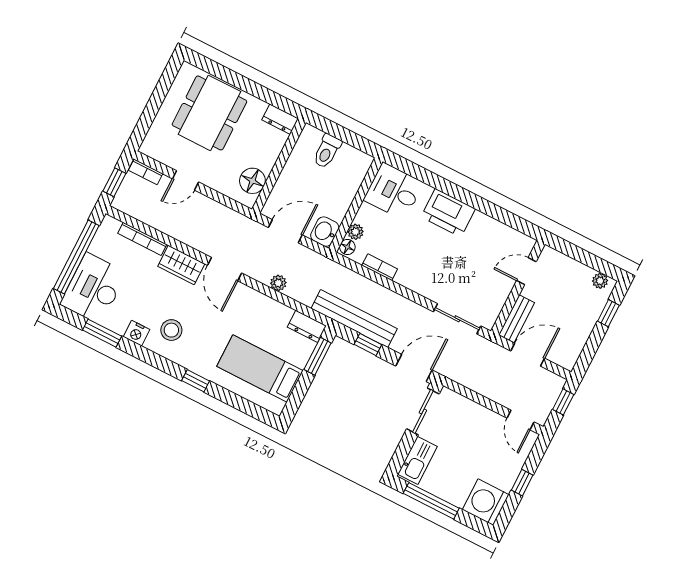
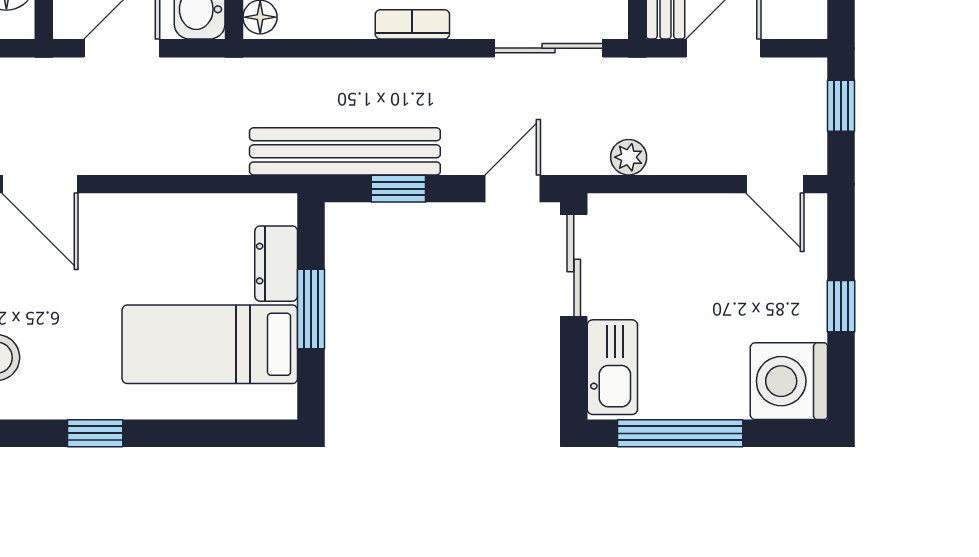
bookcase: (380, 267) -> (412, 24), moved
plant: (278, 283) -> (629, 157), moved
dresser: (307, 326) -> (276, 264), moved, turned 90
window: (318, 356) -> (311, 309), moved
door: (414, 368) -> (513, 189), width x0.73

